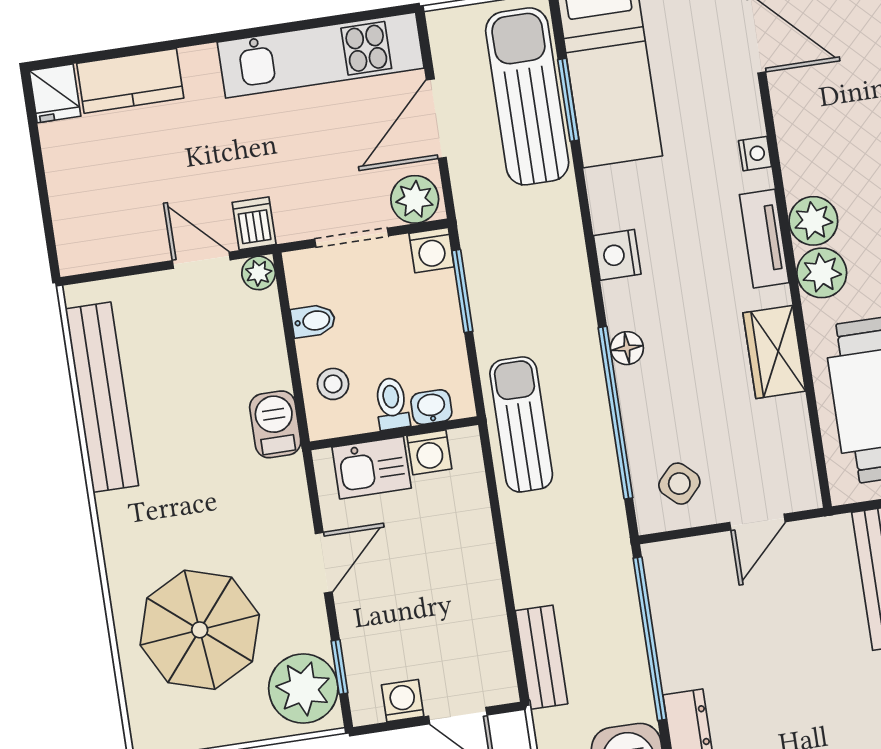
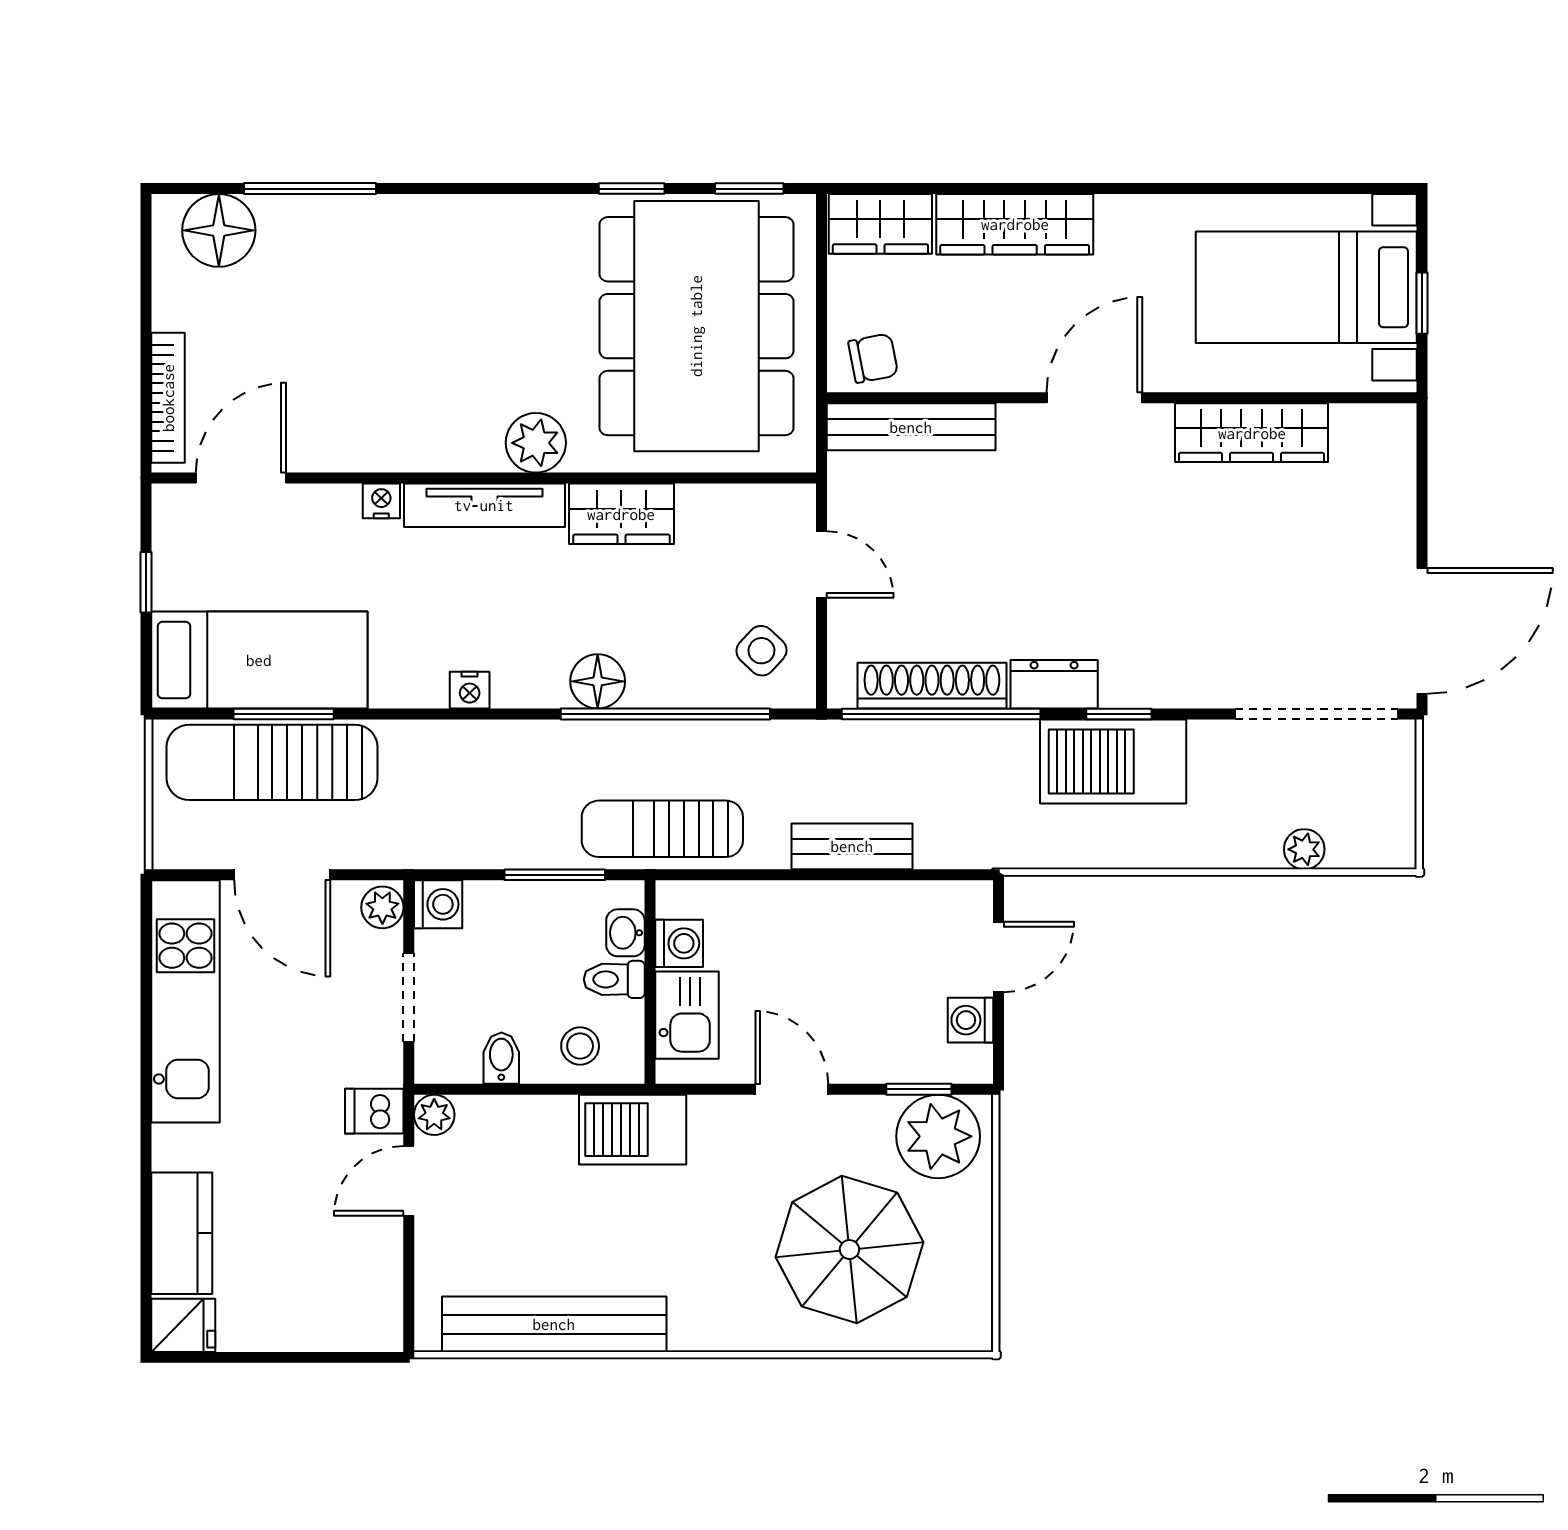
plant: (415, 199) -> (382, 907), width x0.73, depth x0.73
plant: (813, 221) -> (472, 443), removed
tv unit: (764, 239) -> (484, 505), width x1.41
nightstand: (617, 255) -> (470, 690), width x0.72, depth x0.74
window: (462, 291) -> (555, 875), moved
floor lamp: (627, 348) -> (598, 681), width x1.37, depth x1.37
barbecue: (275, 424) -> (633, 1130), width x1.38, depth x1.27
shoe rack: (672, 628) -> (932, 686), added
bench: (542, 657) -> (852, 846), moved

